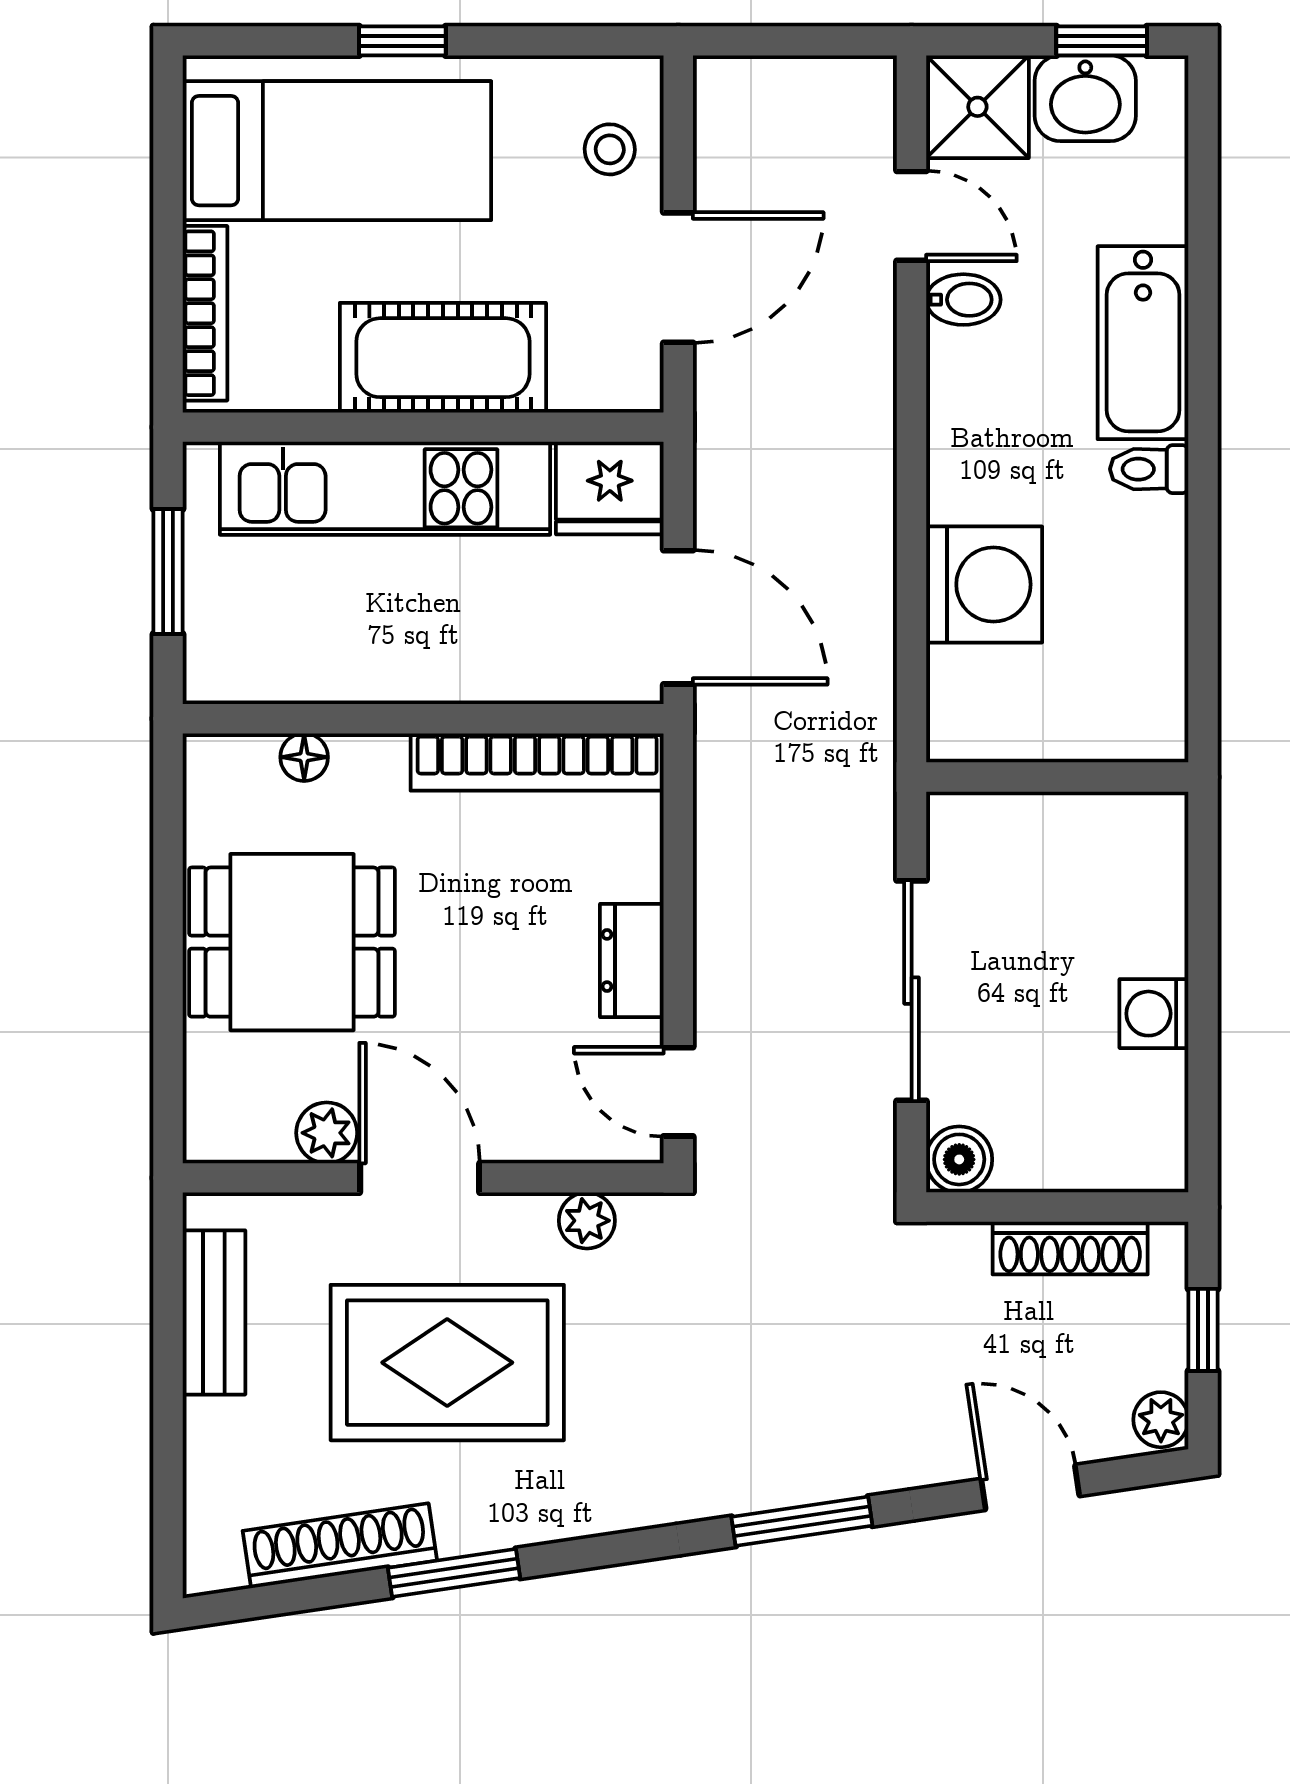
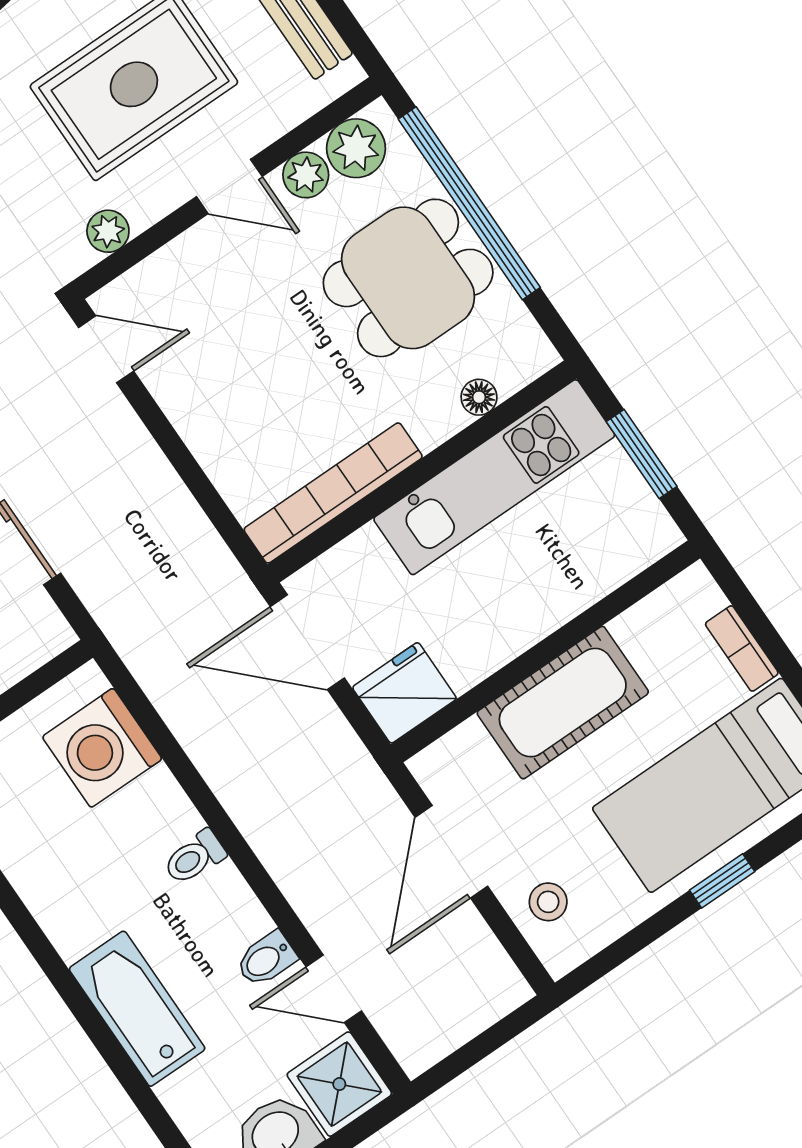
bookcase: (205, 313) -> (742, 648), width x0.64
toilet: (1149, 469) -> (195, 857), moved, turned 180
kitchen unit: (385, 488) -> (494, 477), moved, turned 180
washing machine: (984, 584) -> (102, 748), moved
dresser: (632, 960) -> (191, 411), removed
window: (168, 978) -> (469, 203), added
plant: (251, 1124) -> (356, 148), added
door: (420, 1178) -> (229, 187), width x0.73

